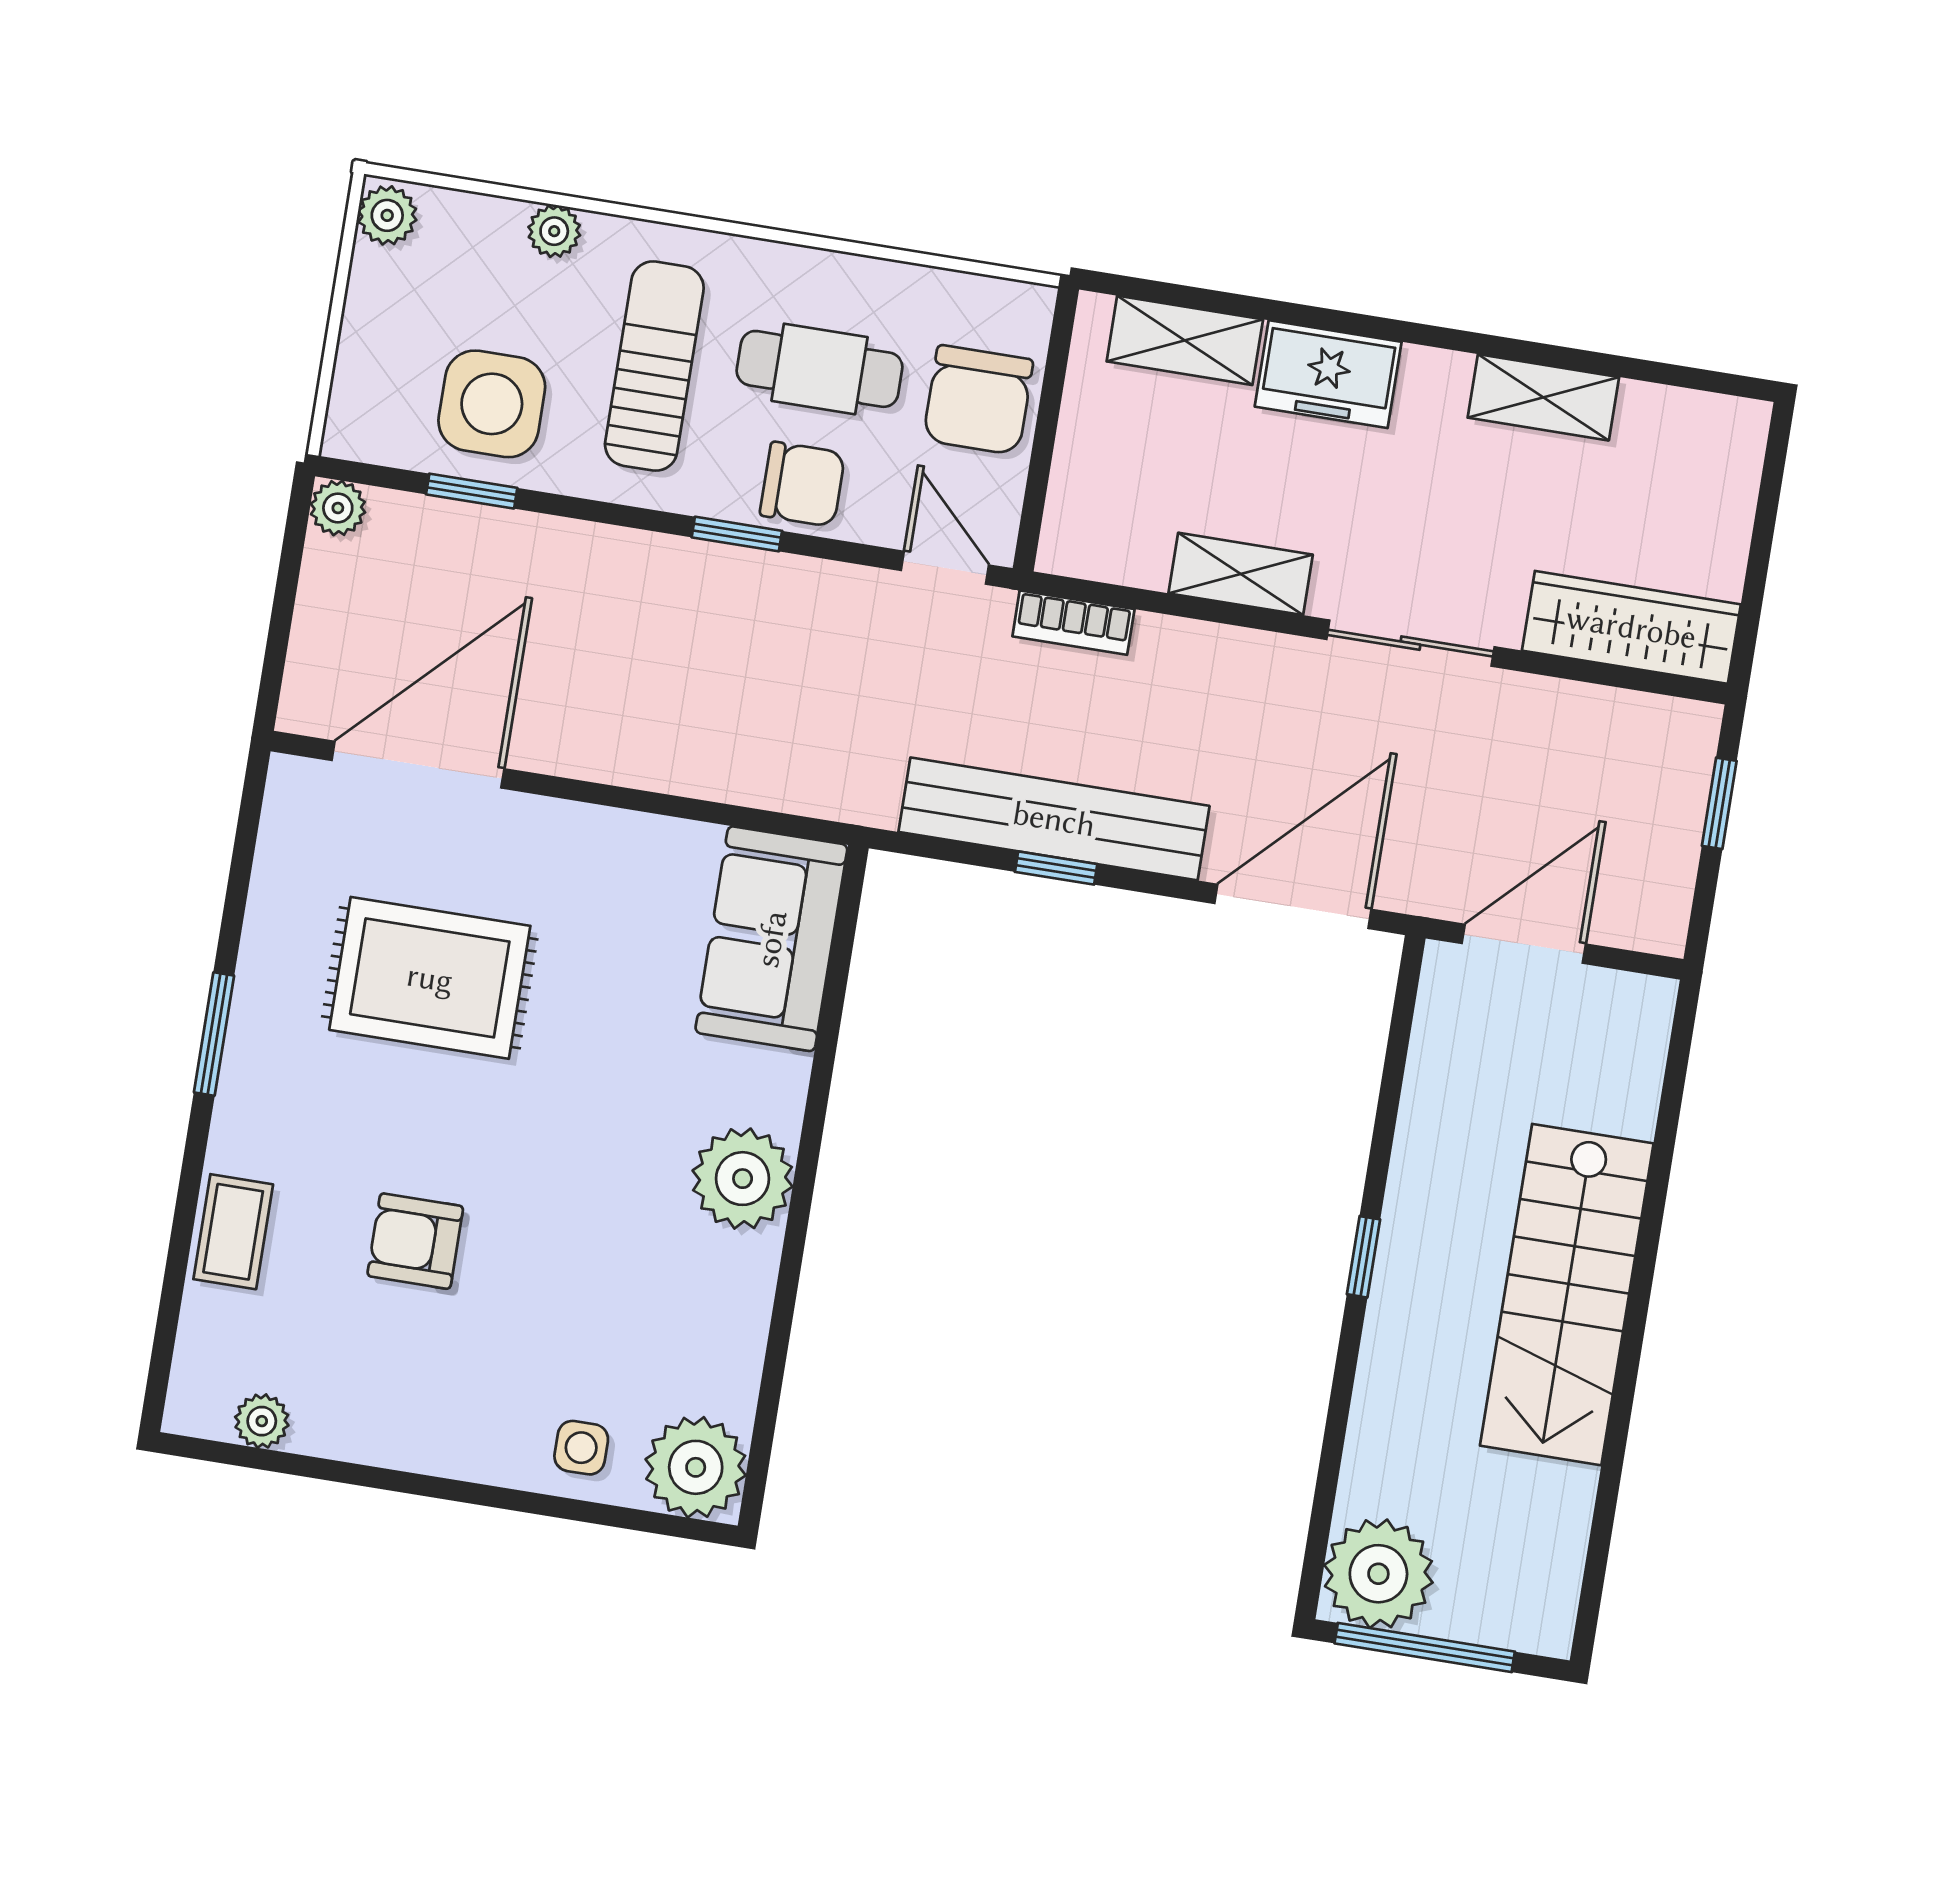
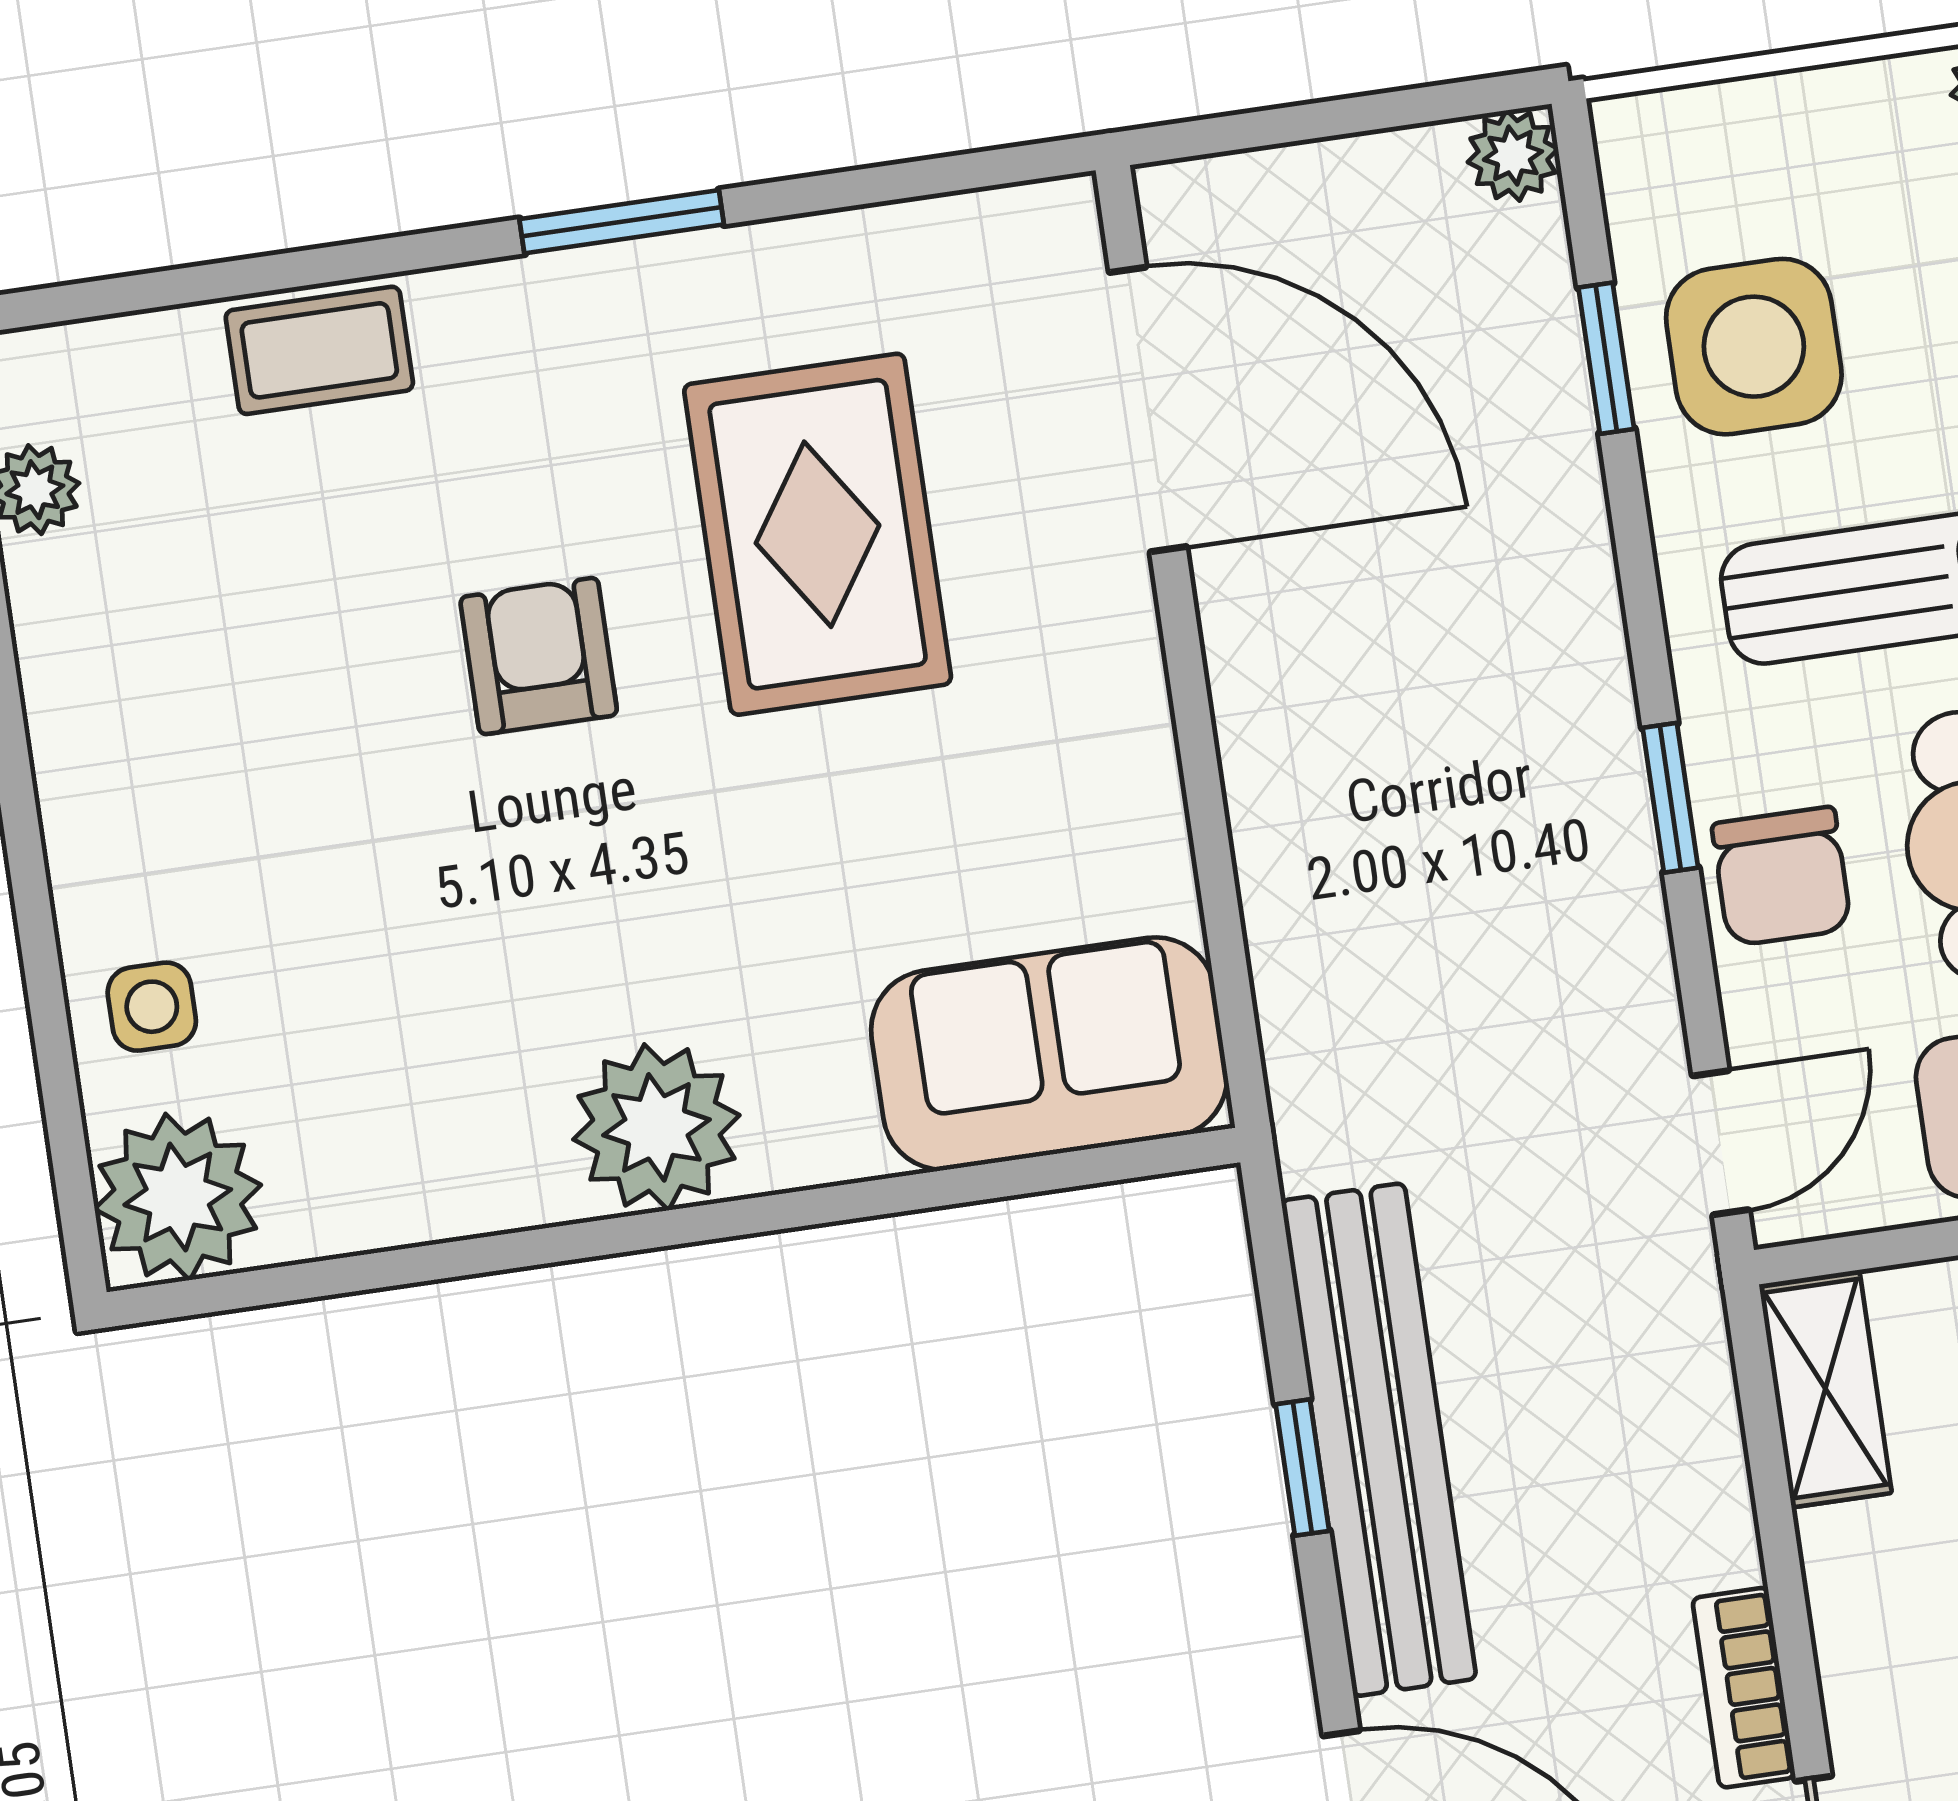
shelving: (1241, 574) -> (1825, 1389), moved
bookcase: (1073, 623) -> (1744, 1688), moved
armchair: (415, 1241) -> (539, 656), moved

